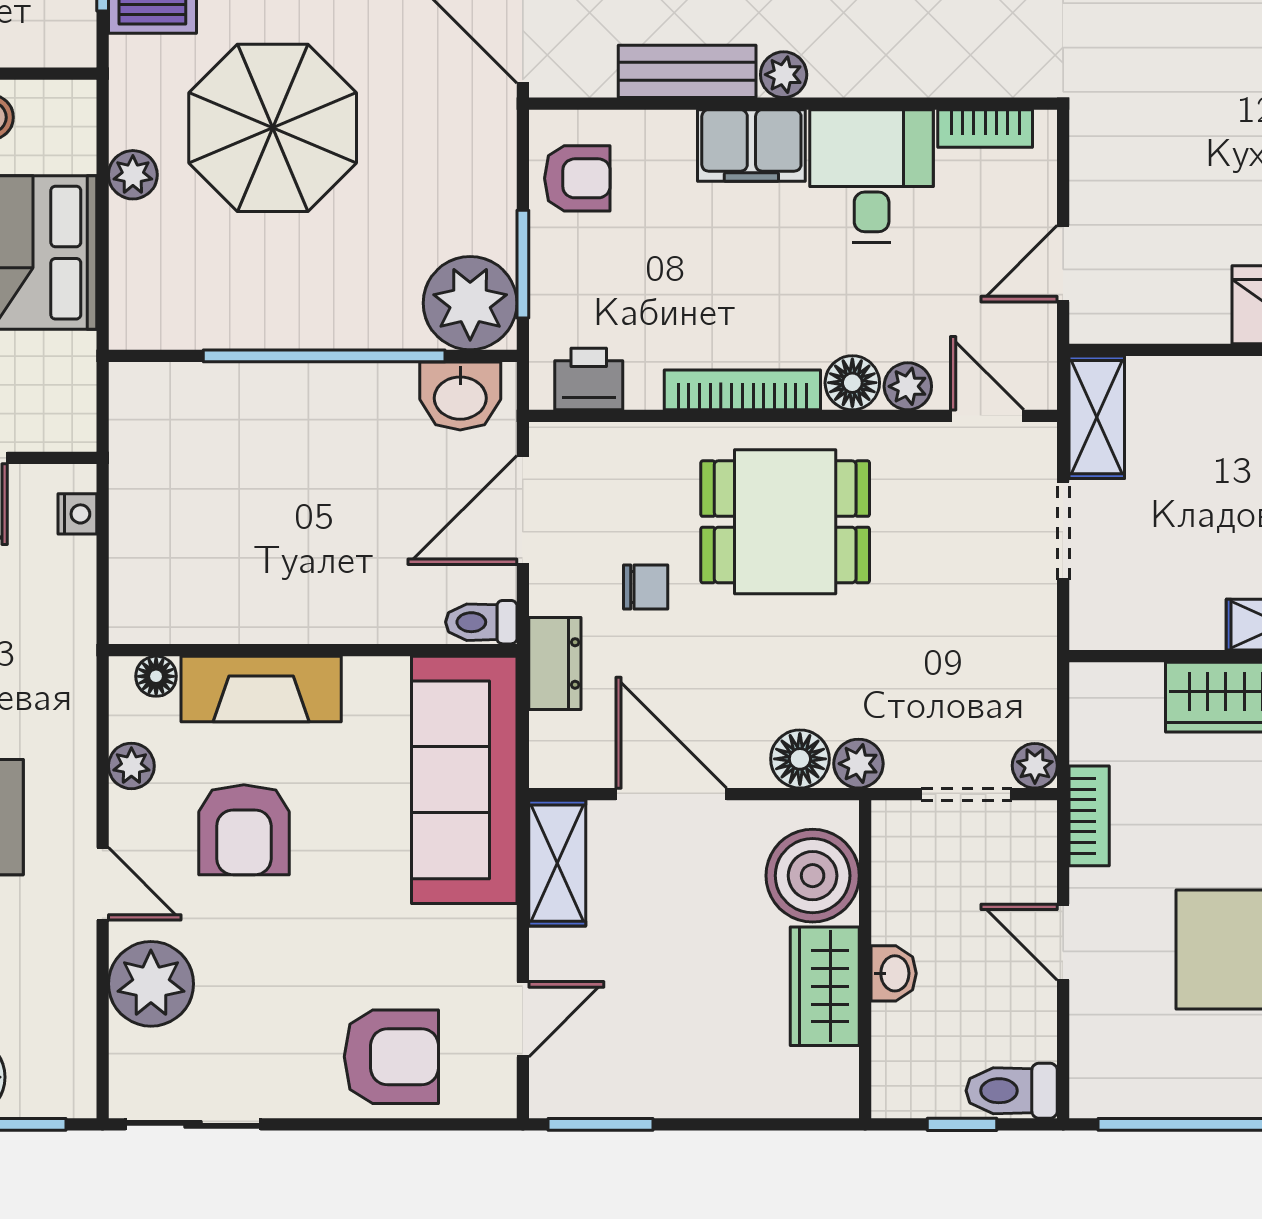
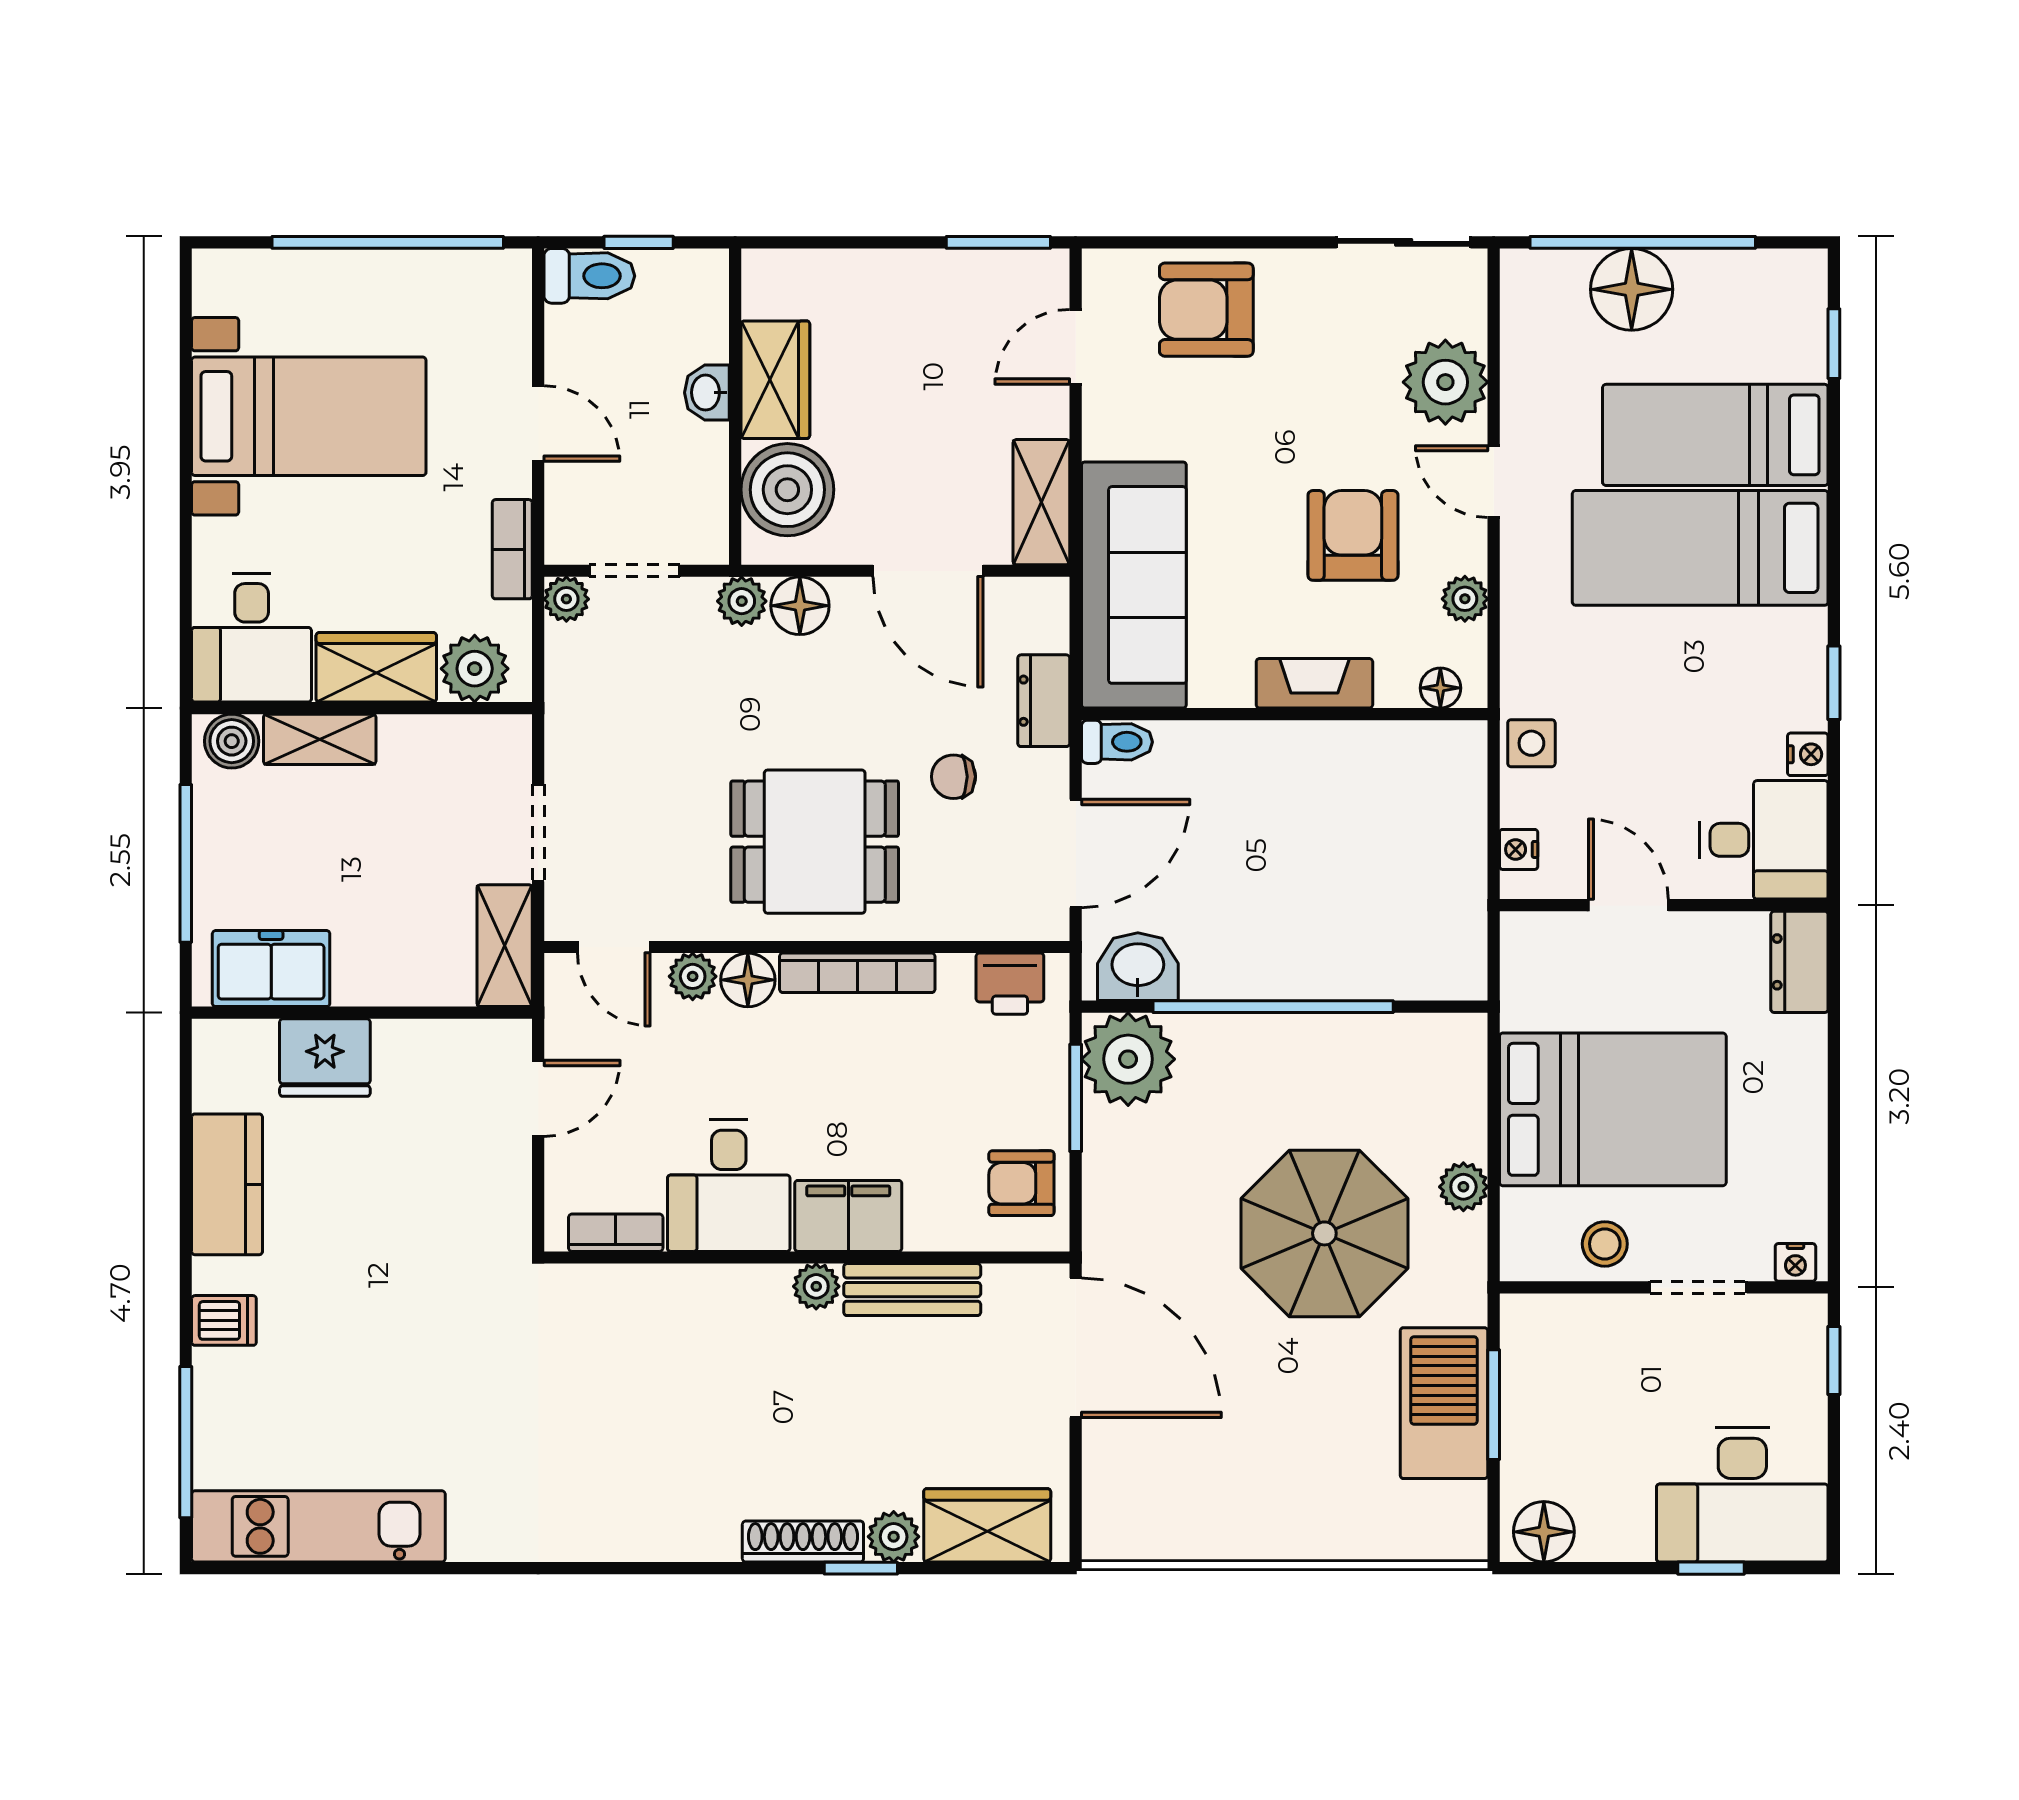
side table: (65, 621) -> (1531, 743), added
fireplace: (261, 689) -> (1314, 683), width x0.73, depth x0.76
plant: (1127, 696) -> (475, 669), added

